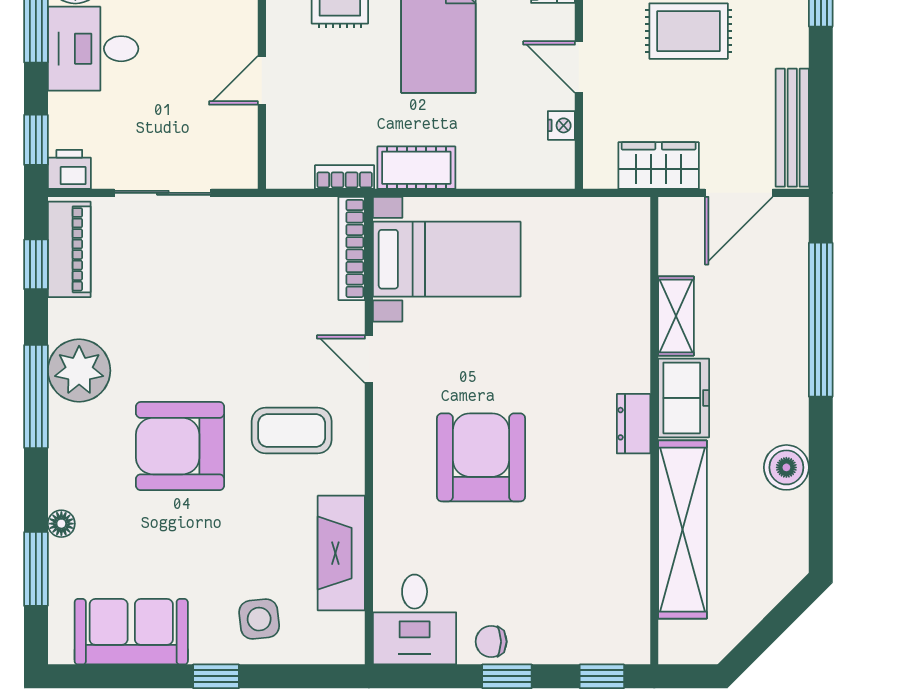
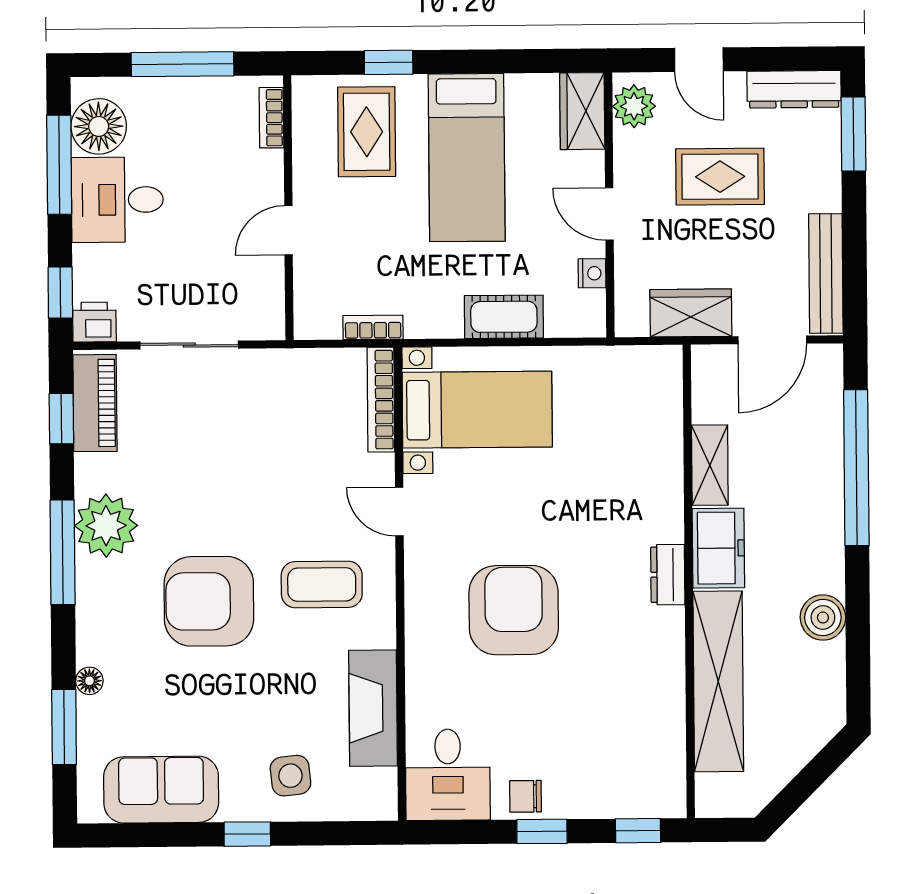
cot: (416, 168) -> (504, 317), moved

